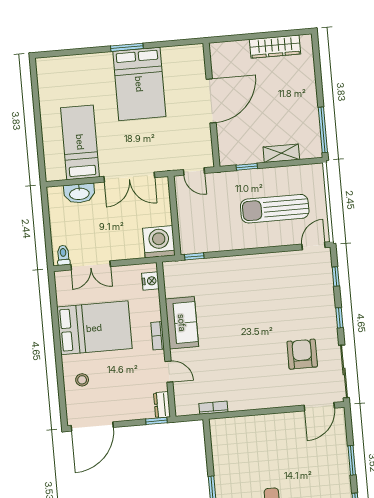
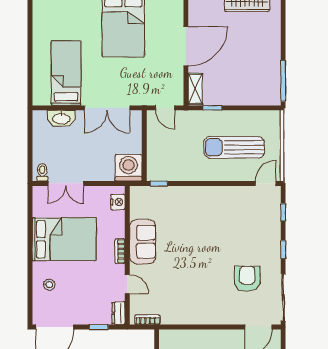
shelving: (281, 153) -> (195, 89), moved, turned 90
bookcase: (213, 408) -> (148, 320), moved
window: (156, 421) -> (99, 327), moved

